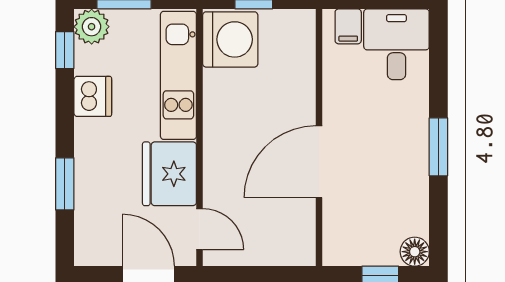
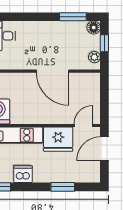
window: (438, 147) -> (73, 17), moved
plant: (350, 253) -> (94, 57), added

